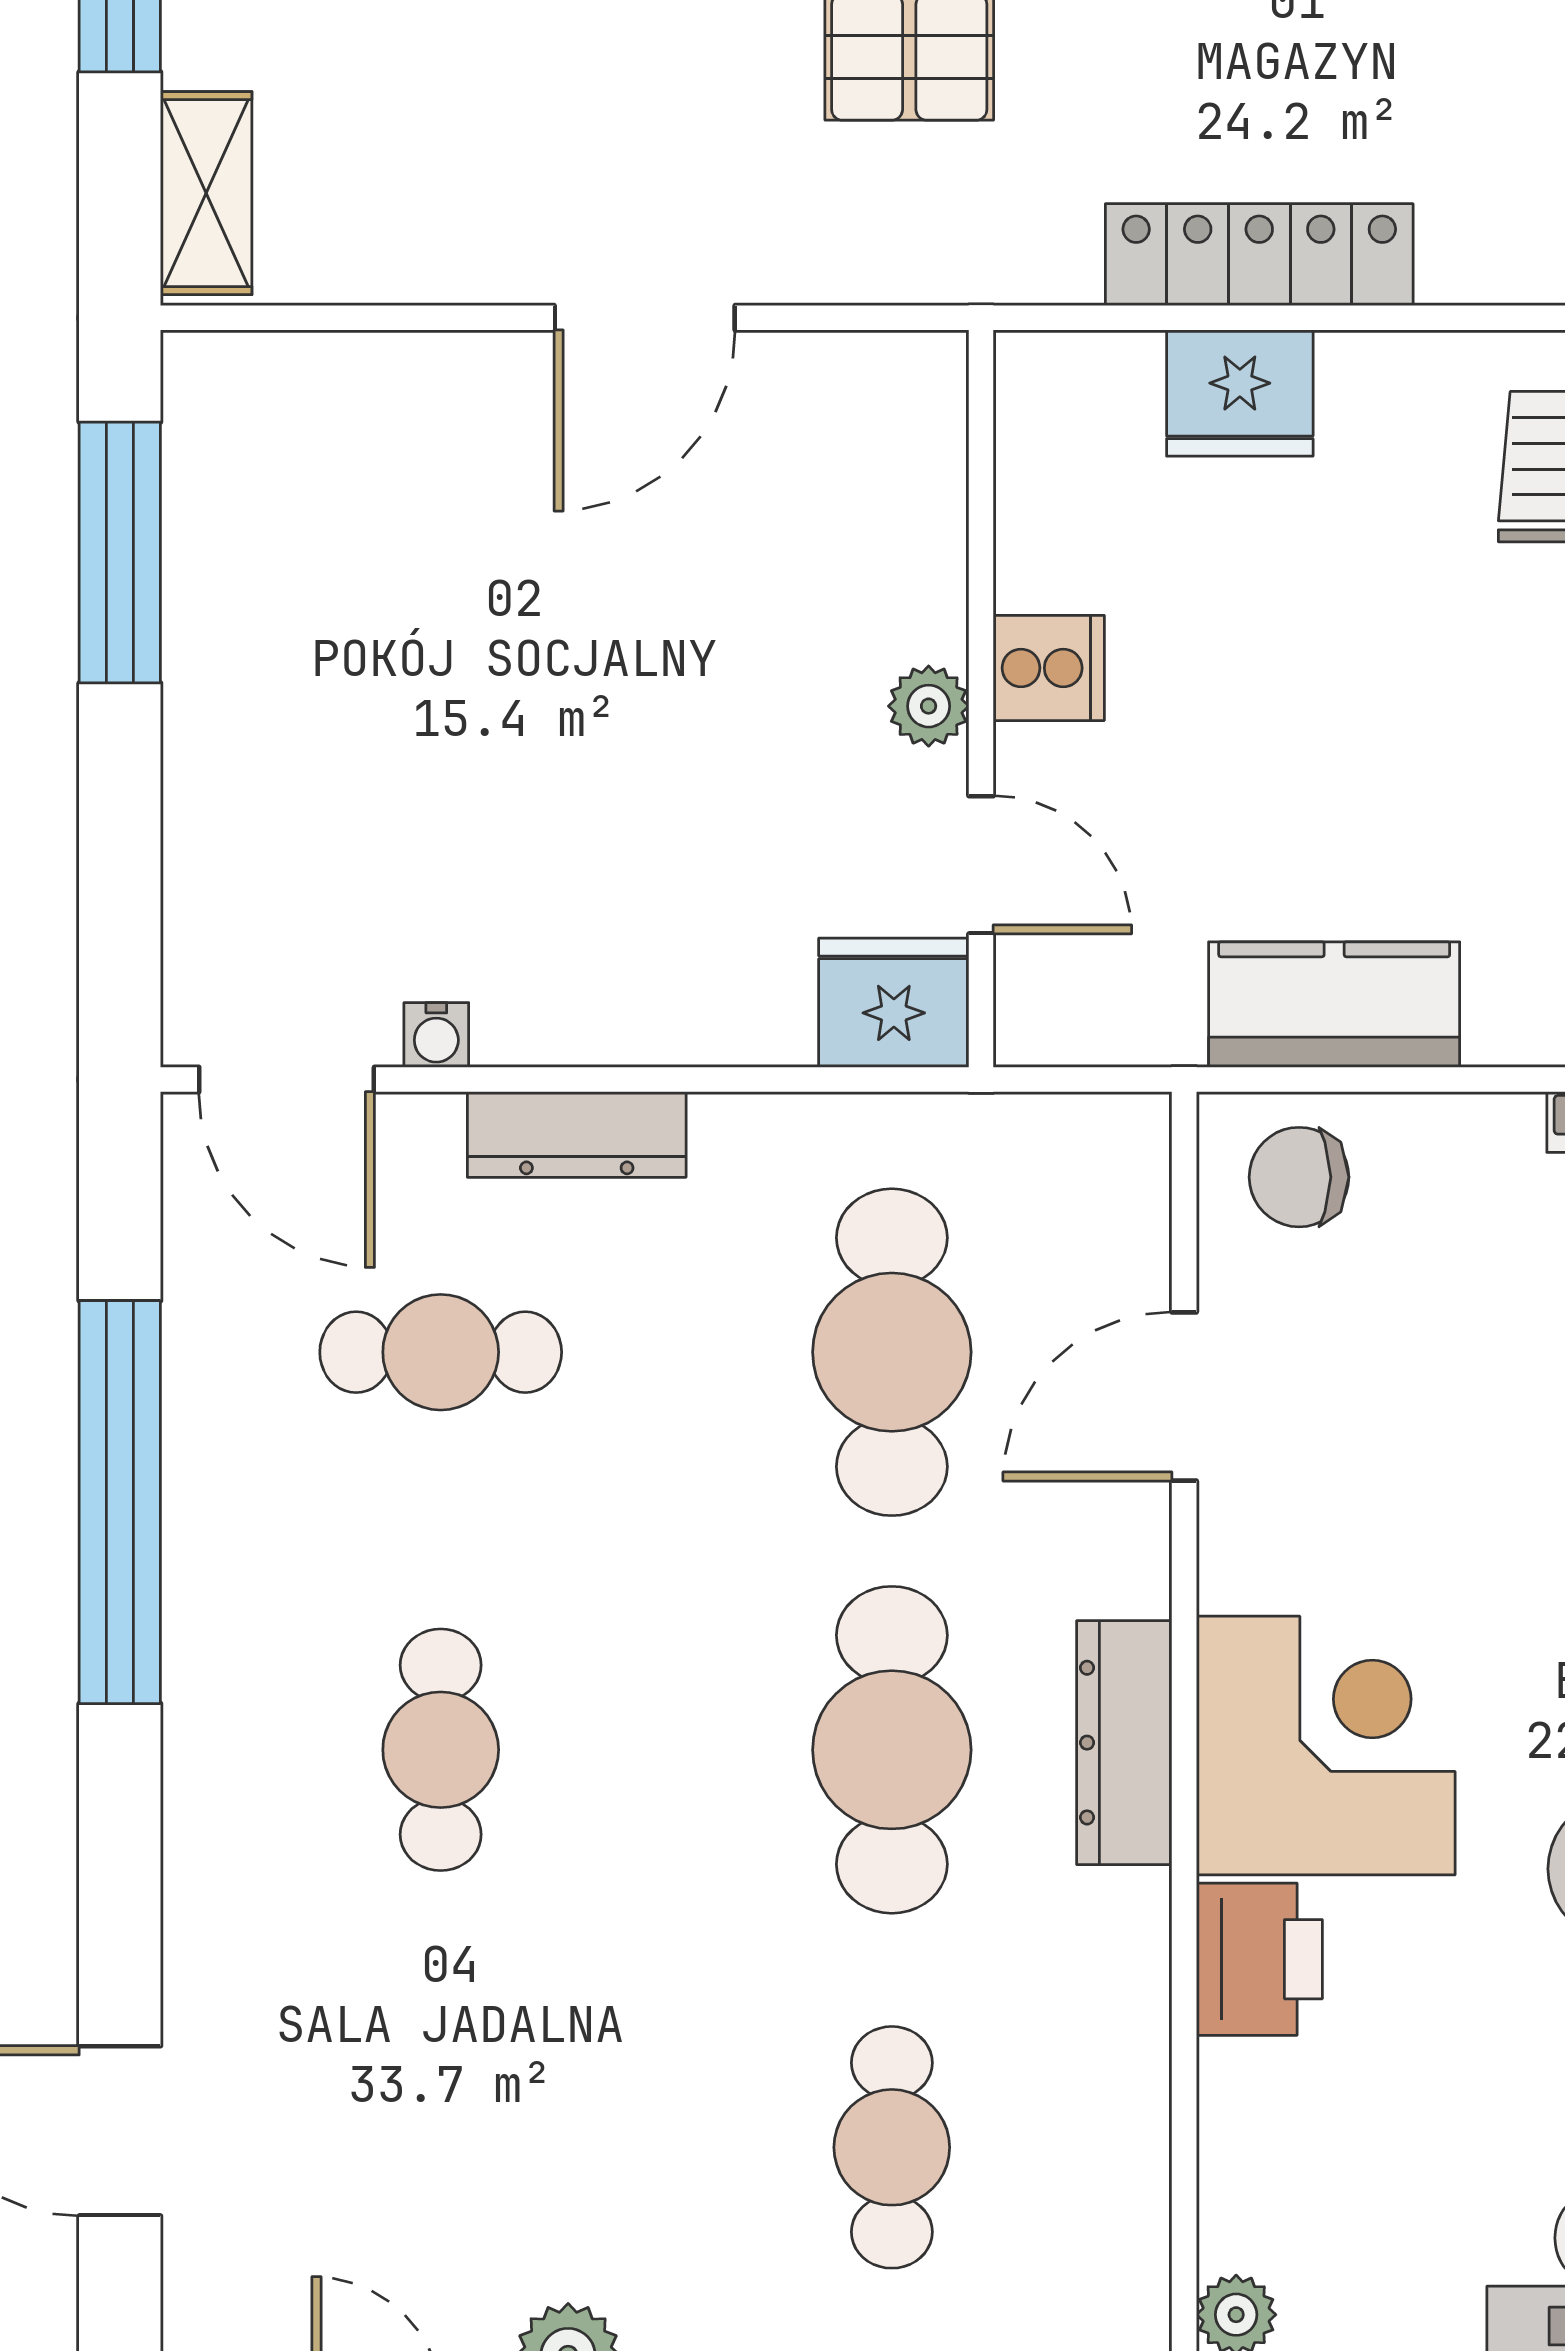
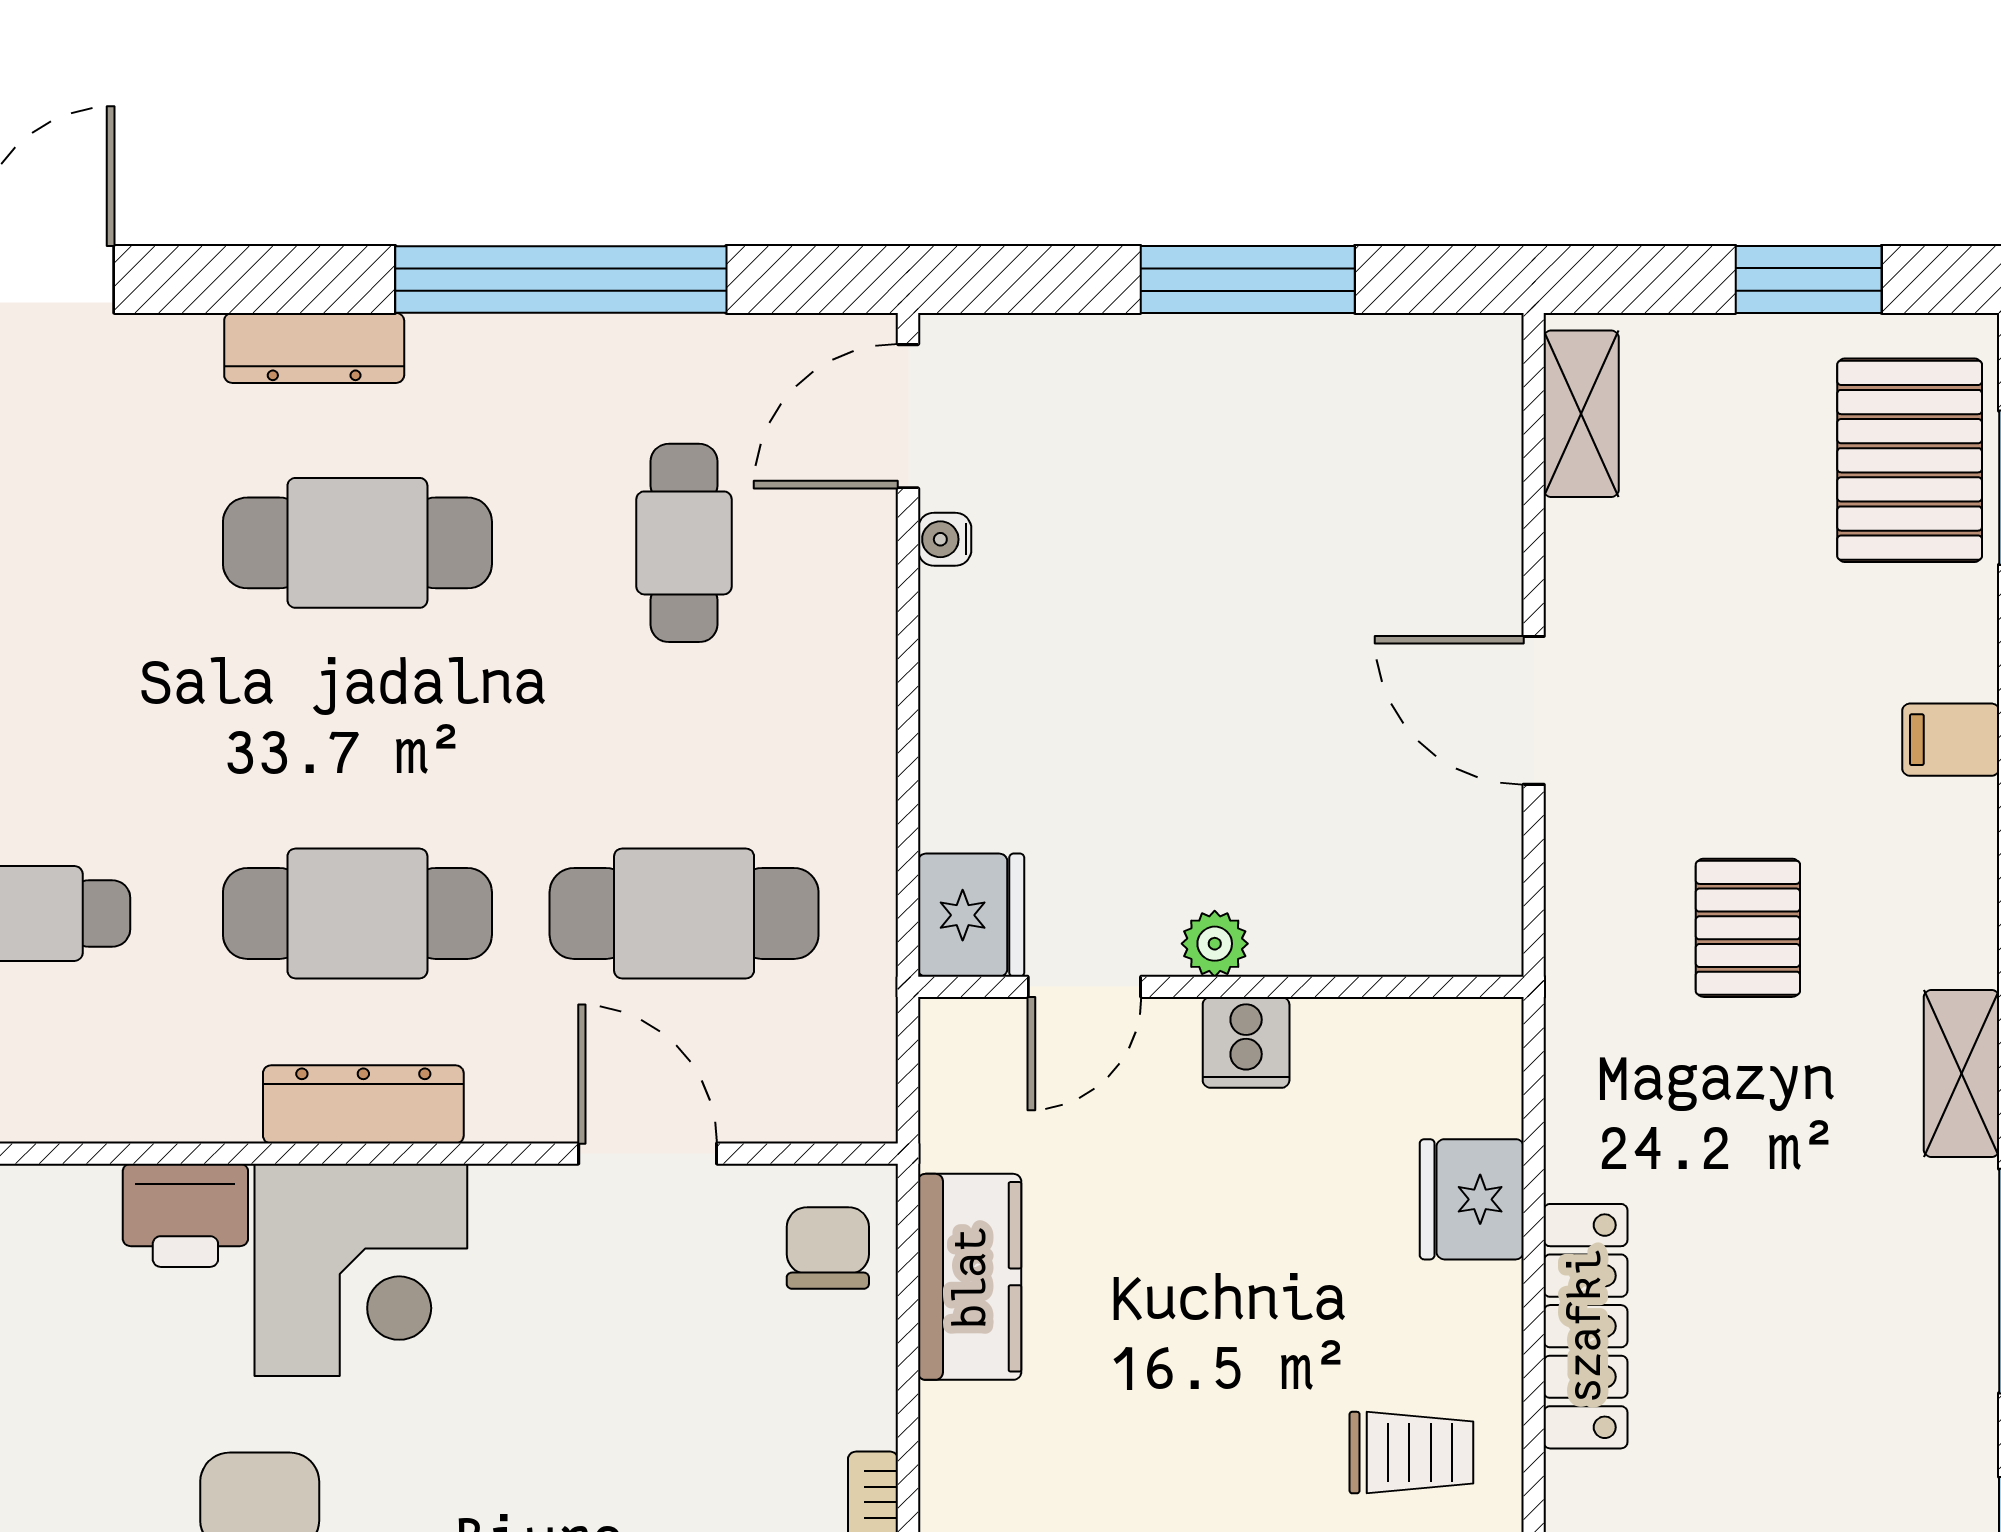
shelving: (206, 193) -> (1581, 414), moved, turned 90
locker: (1259, 255) -> (1585, 1326), moved
window: (120, 553) -> (1248, 279), moved
dresser: (577, 1134) -> (314, 348), moved, turned -90
cafe table: (441, 1750) -> (357, 543), width x1.37, depth x1.35

